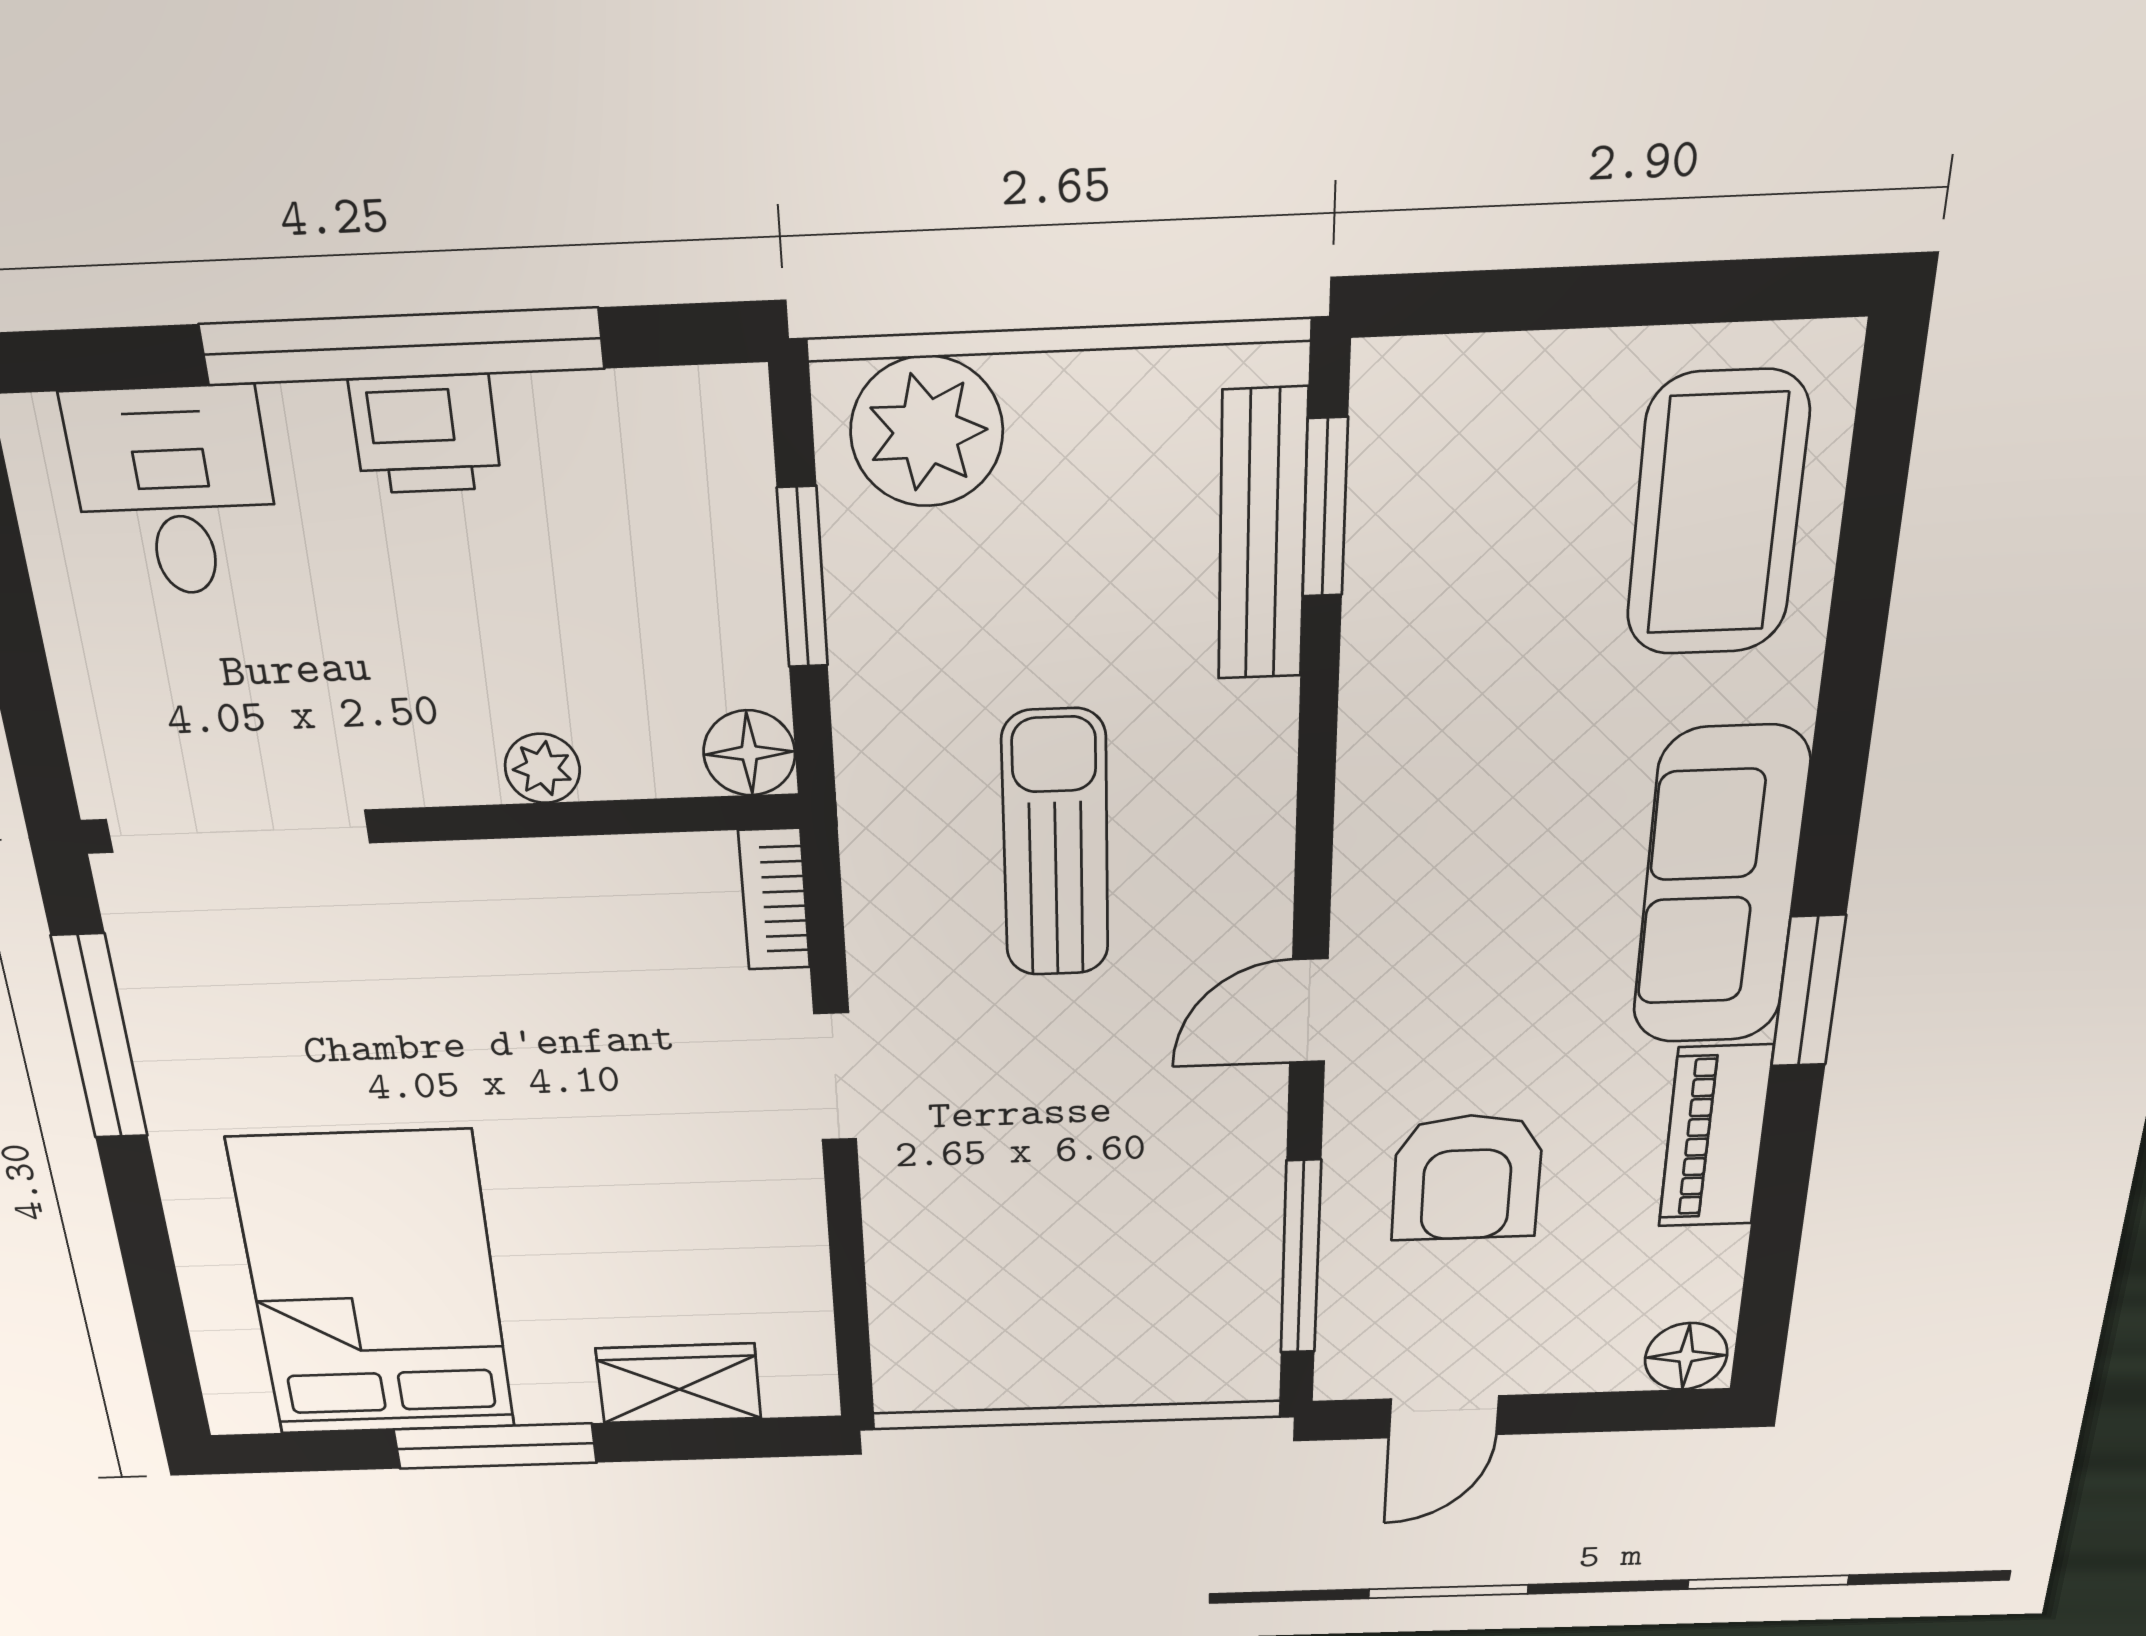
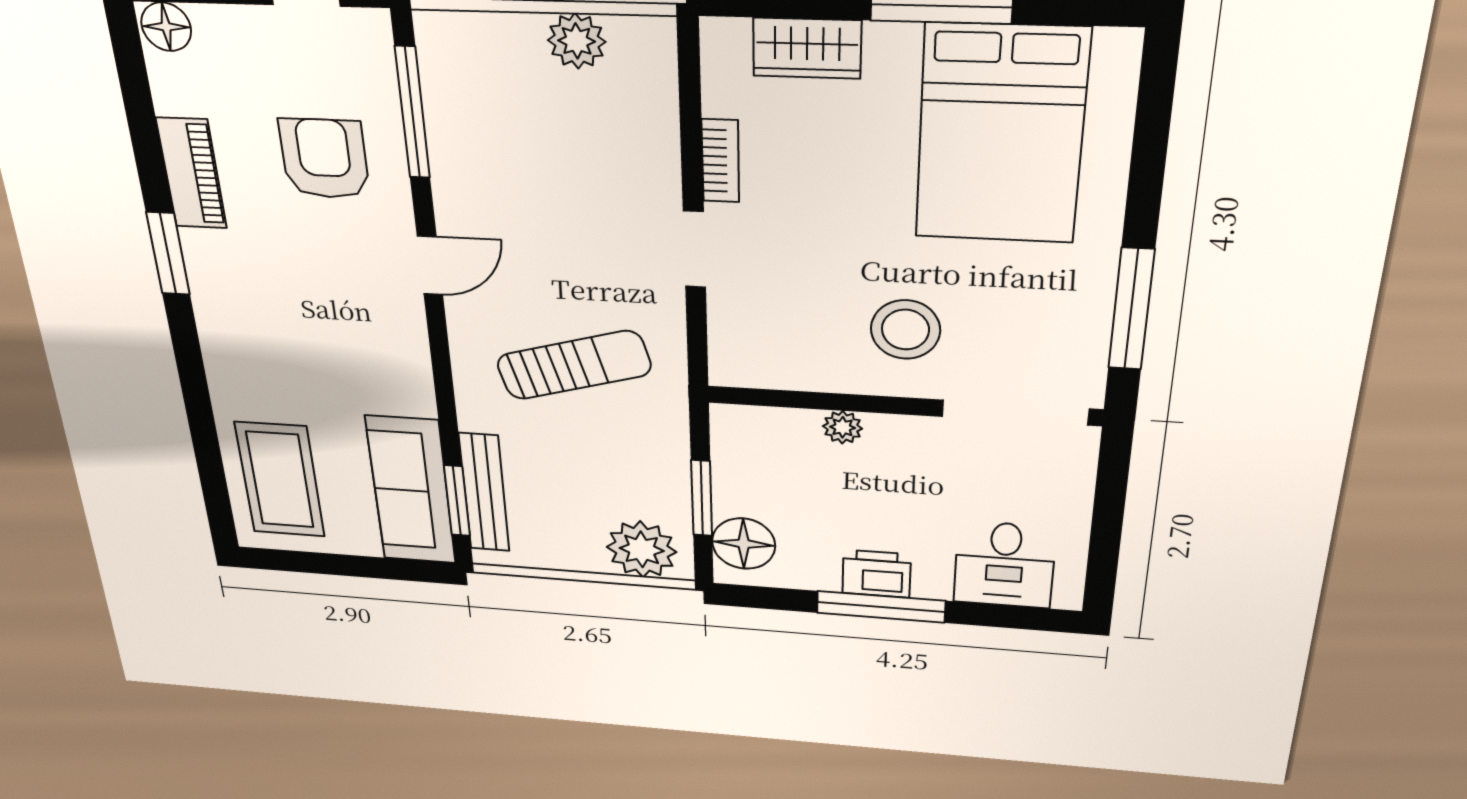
window: (402, 346) -> (881, 607), width x0.68
floor lamp: (749, 753) -> (744, 544), moved, width x1.38, depth x1.38
sun lounger: (1055, 845) -> (574, 365), turned -106
sofa: (1720, 888) -> (411, 491), moved, turned 180
bookcase: (774, 899) -> (720, 161), moved
stool: (461, 969) -> (905, 330), added
plant: (1026, 1373) -> (577, 41), added

